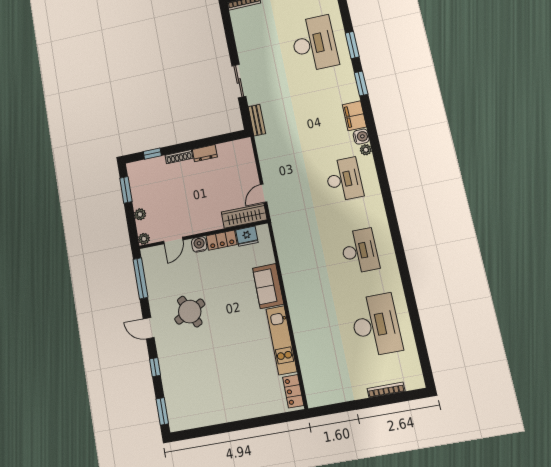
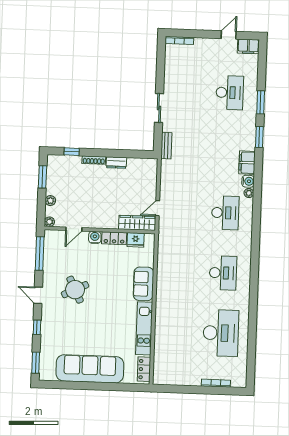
desk: (314, 44) -> (230, 93), width x0.73, depth x0.77
sofa: (228, 405) -> (90, 369), added

